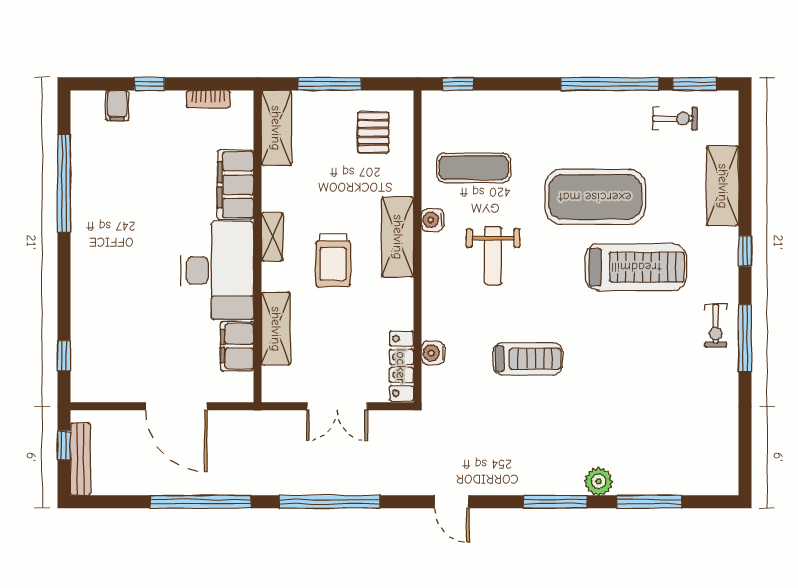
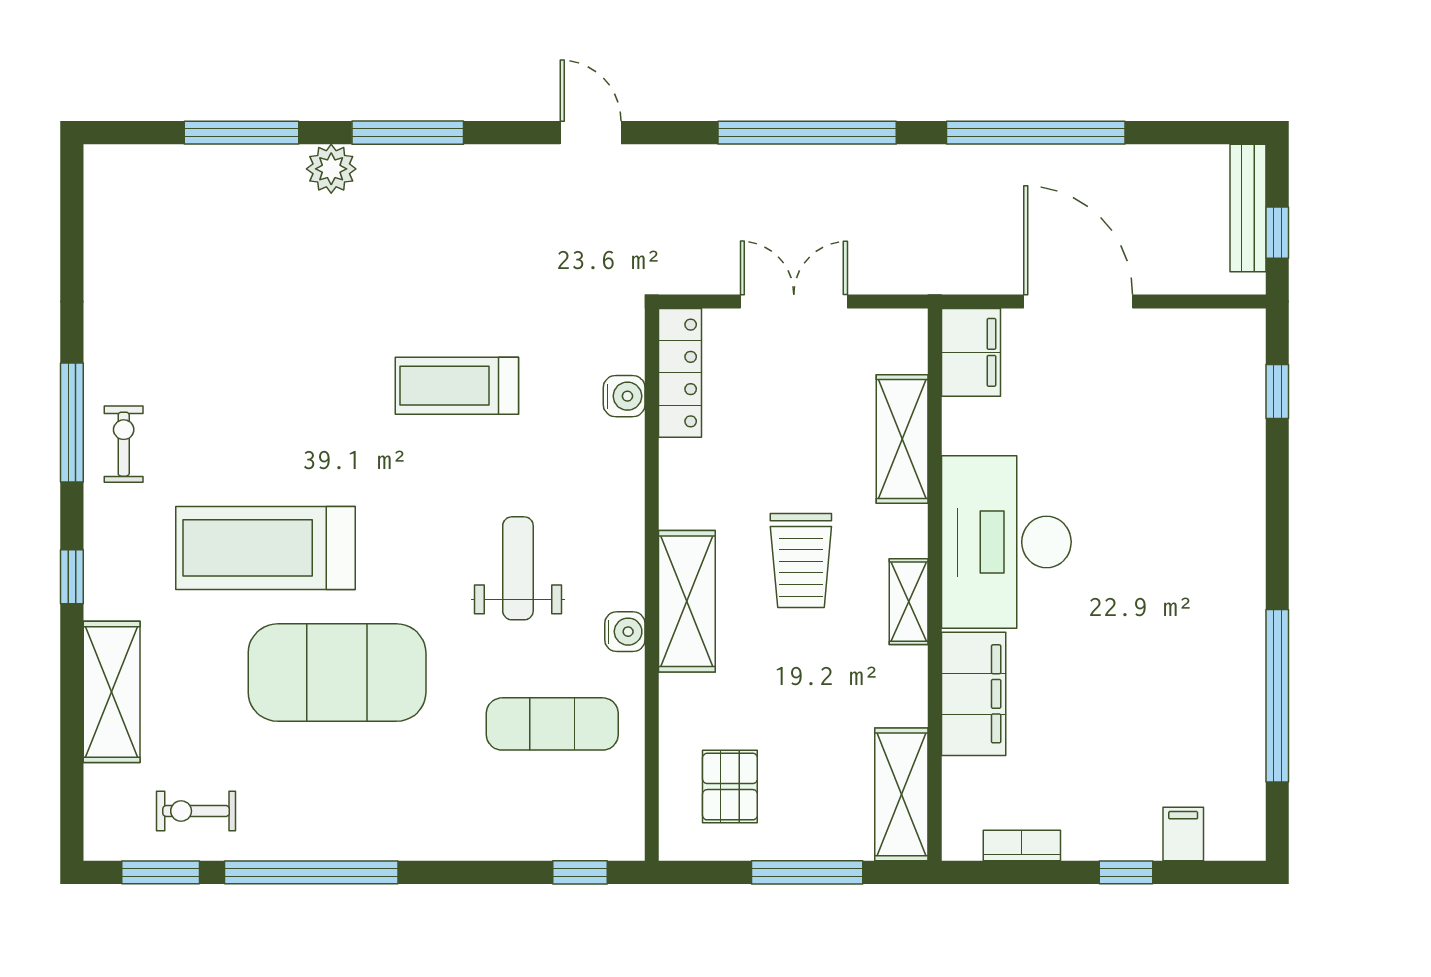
trolley: (333, 260) -> (801, 560), turned 180
filing cabinet: (237, 346) -> (971, 352), moved

